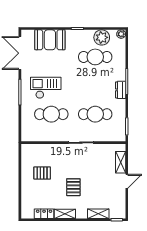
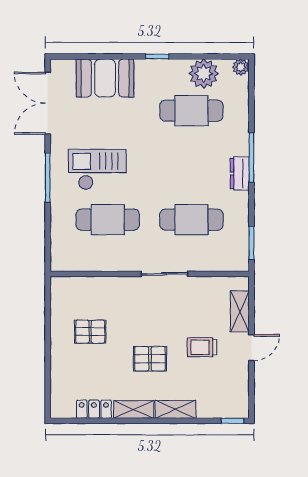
trolley: (101, 181) -> (202, 347), added
pallet: (73, 187) -> (150, 359), turned 90
shelving: (98, 214) -> (175, 409), moved

